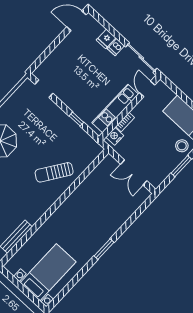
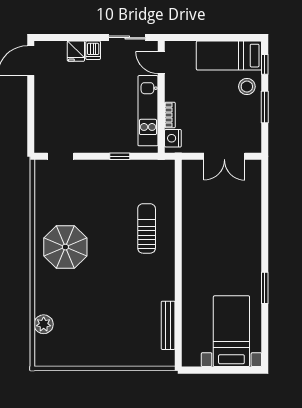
sliding door: (141, 58) -> (127, 38), width x0.73
sun lounger: (54, 172) -> (147, 228), turned 146
window: (104, 249) -> (265, 288), moved

